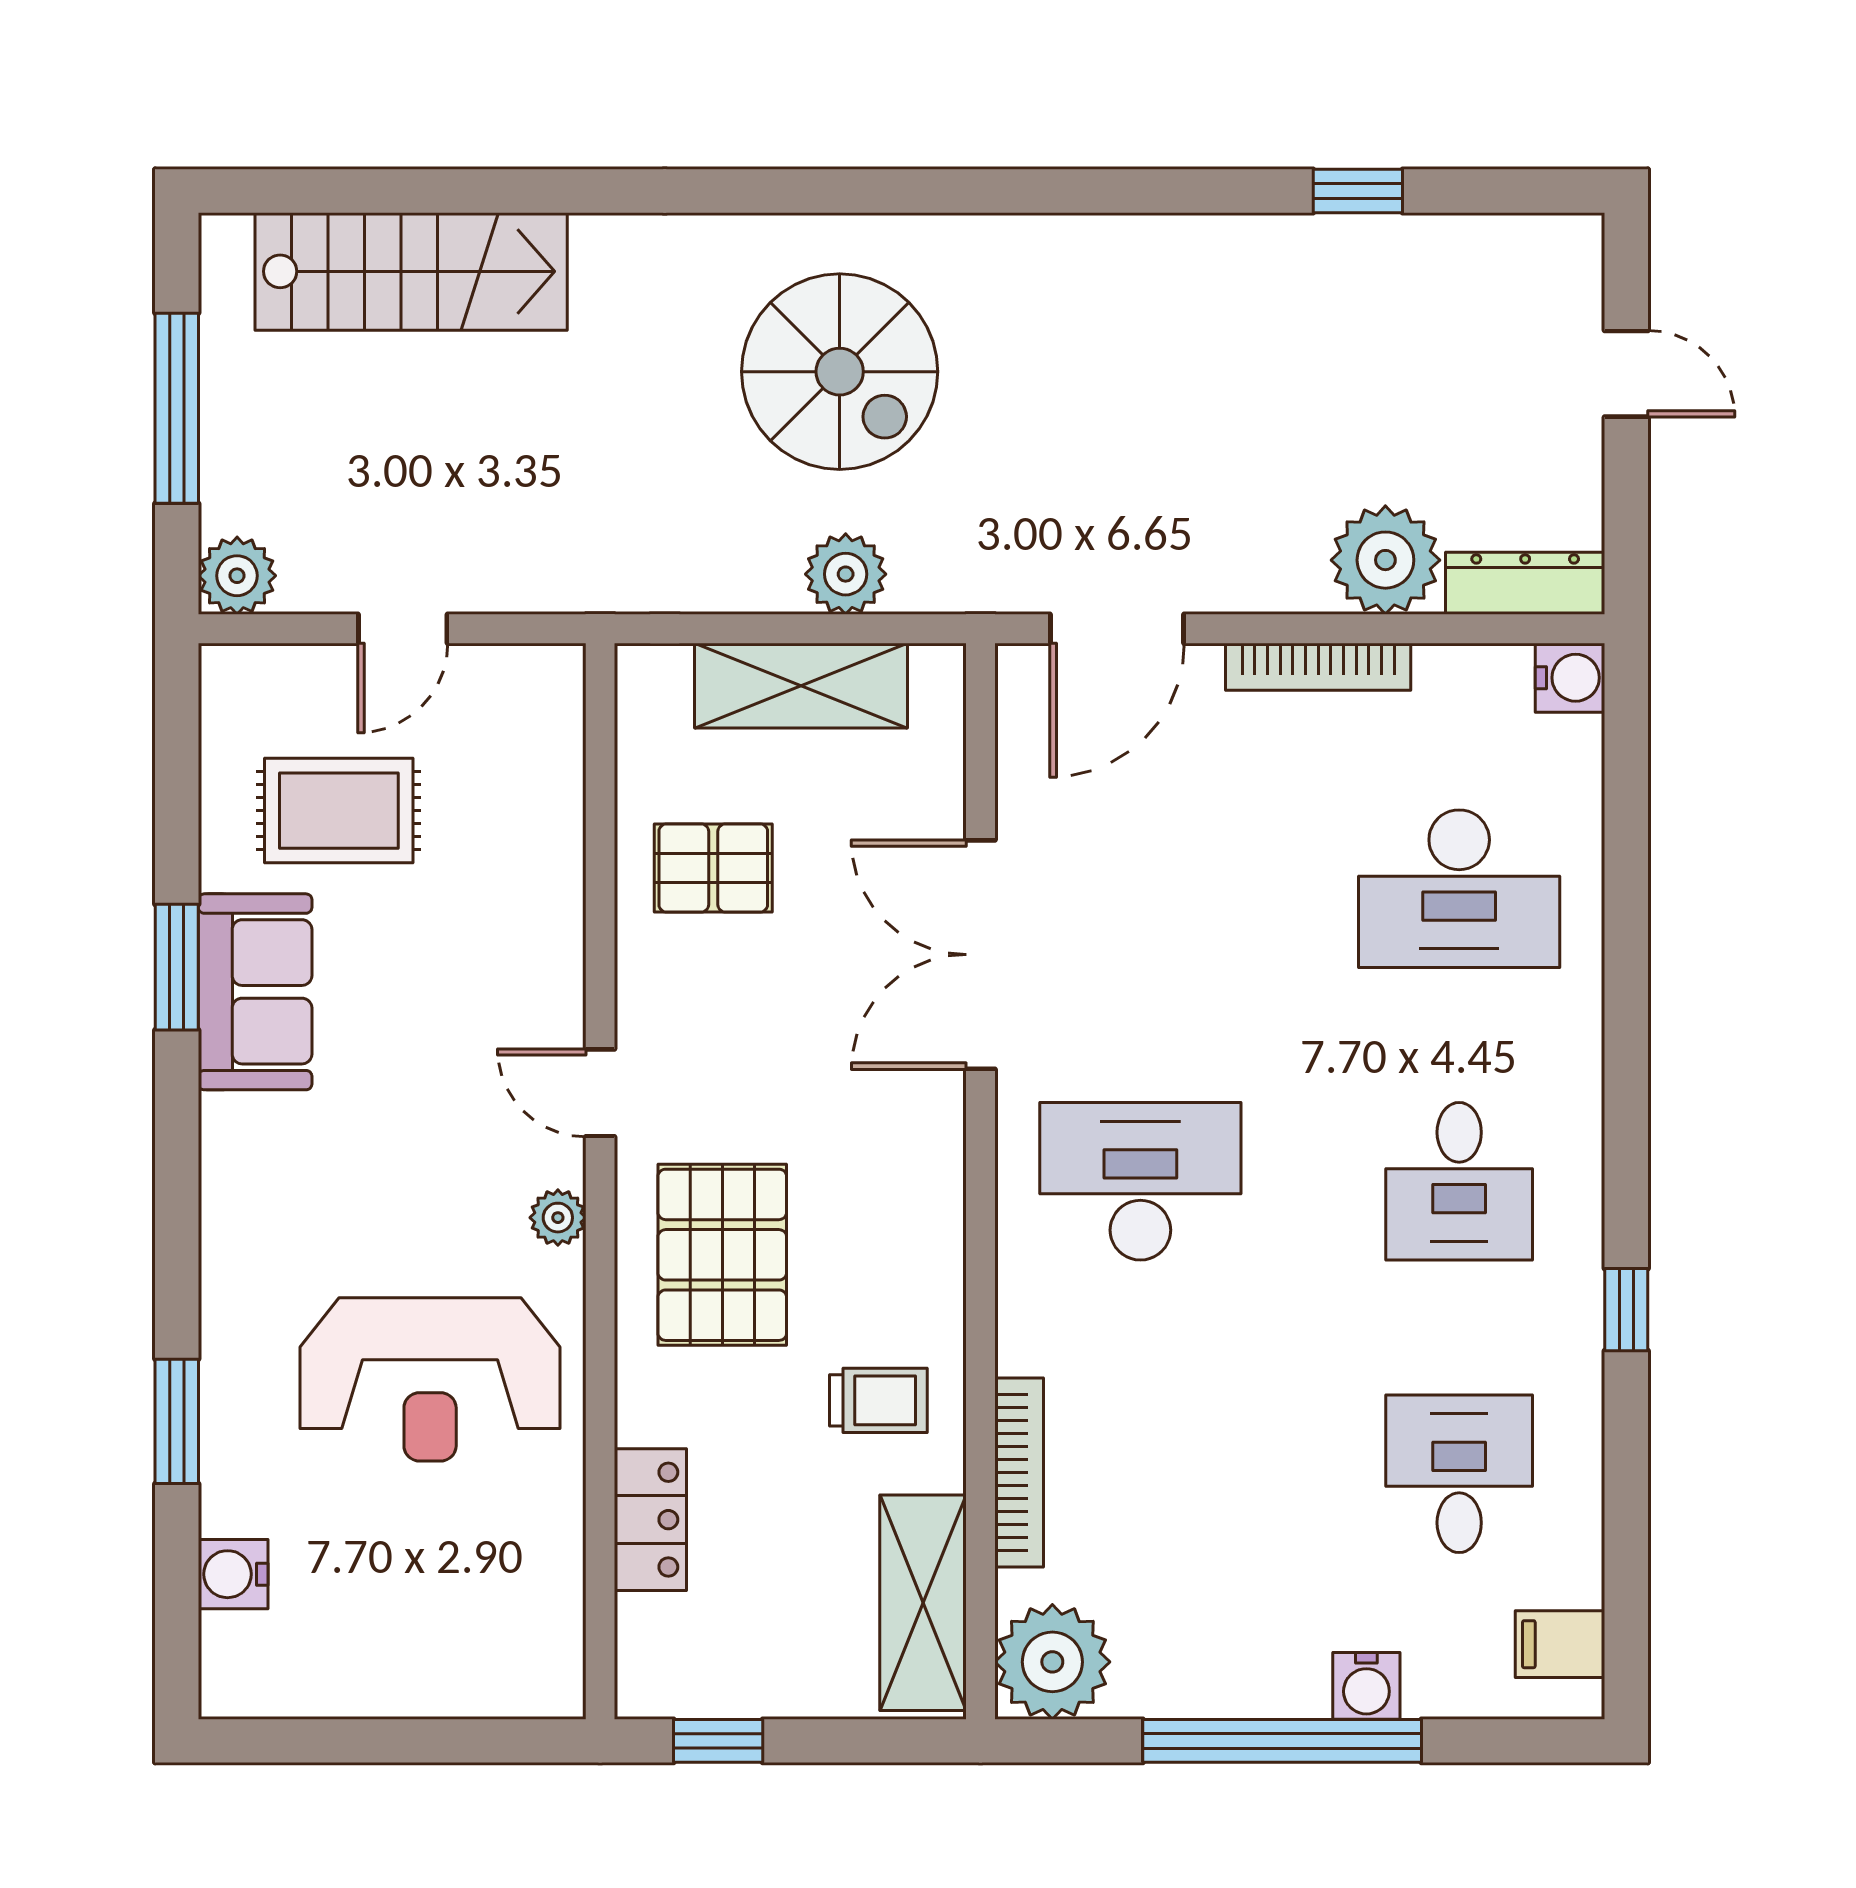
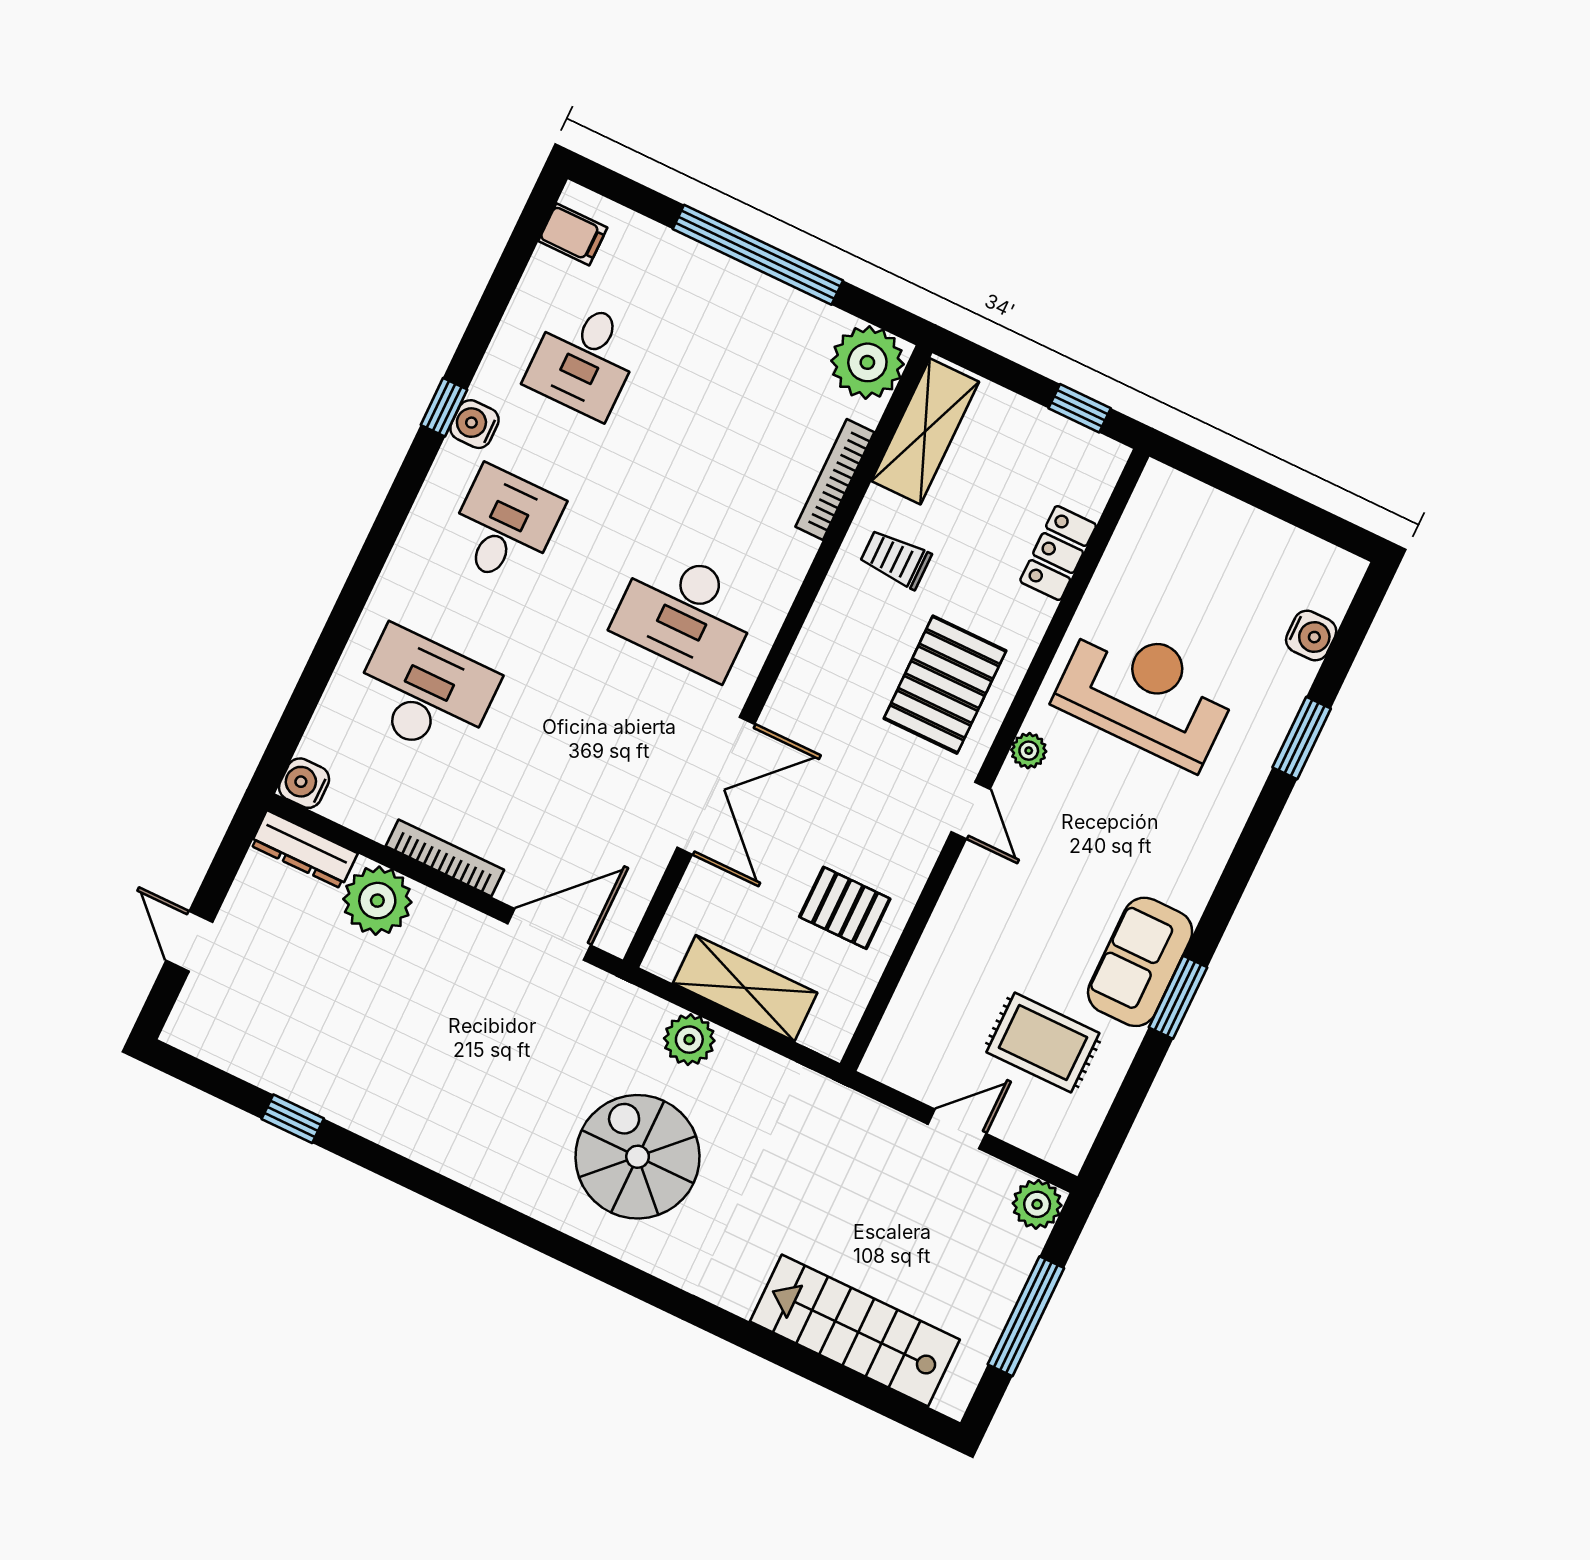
water cooler: (1366, 1686) -> (474, 424), moved, turned -90

